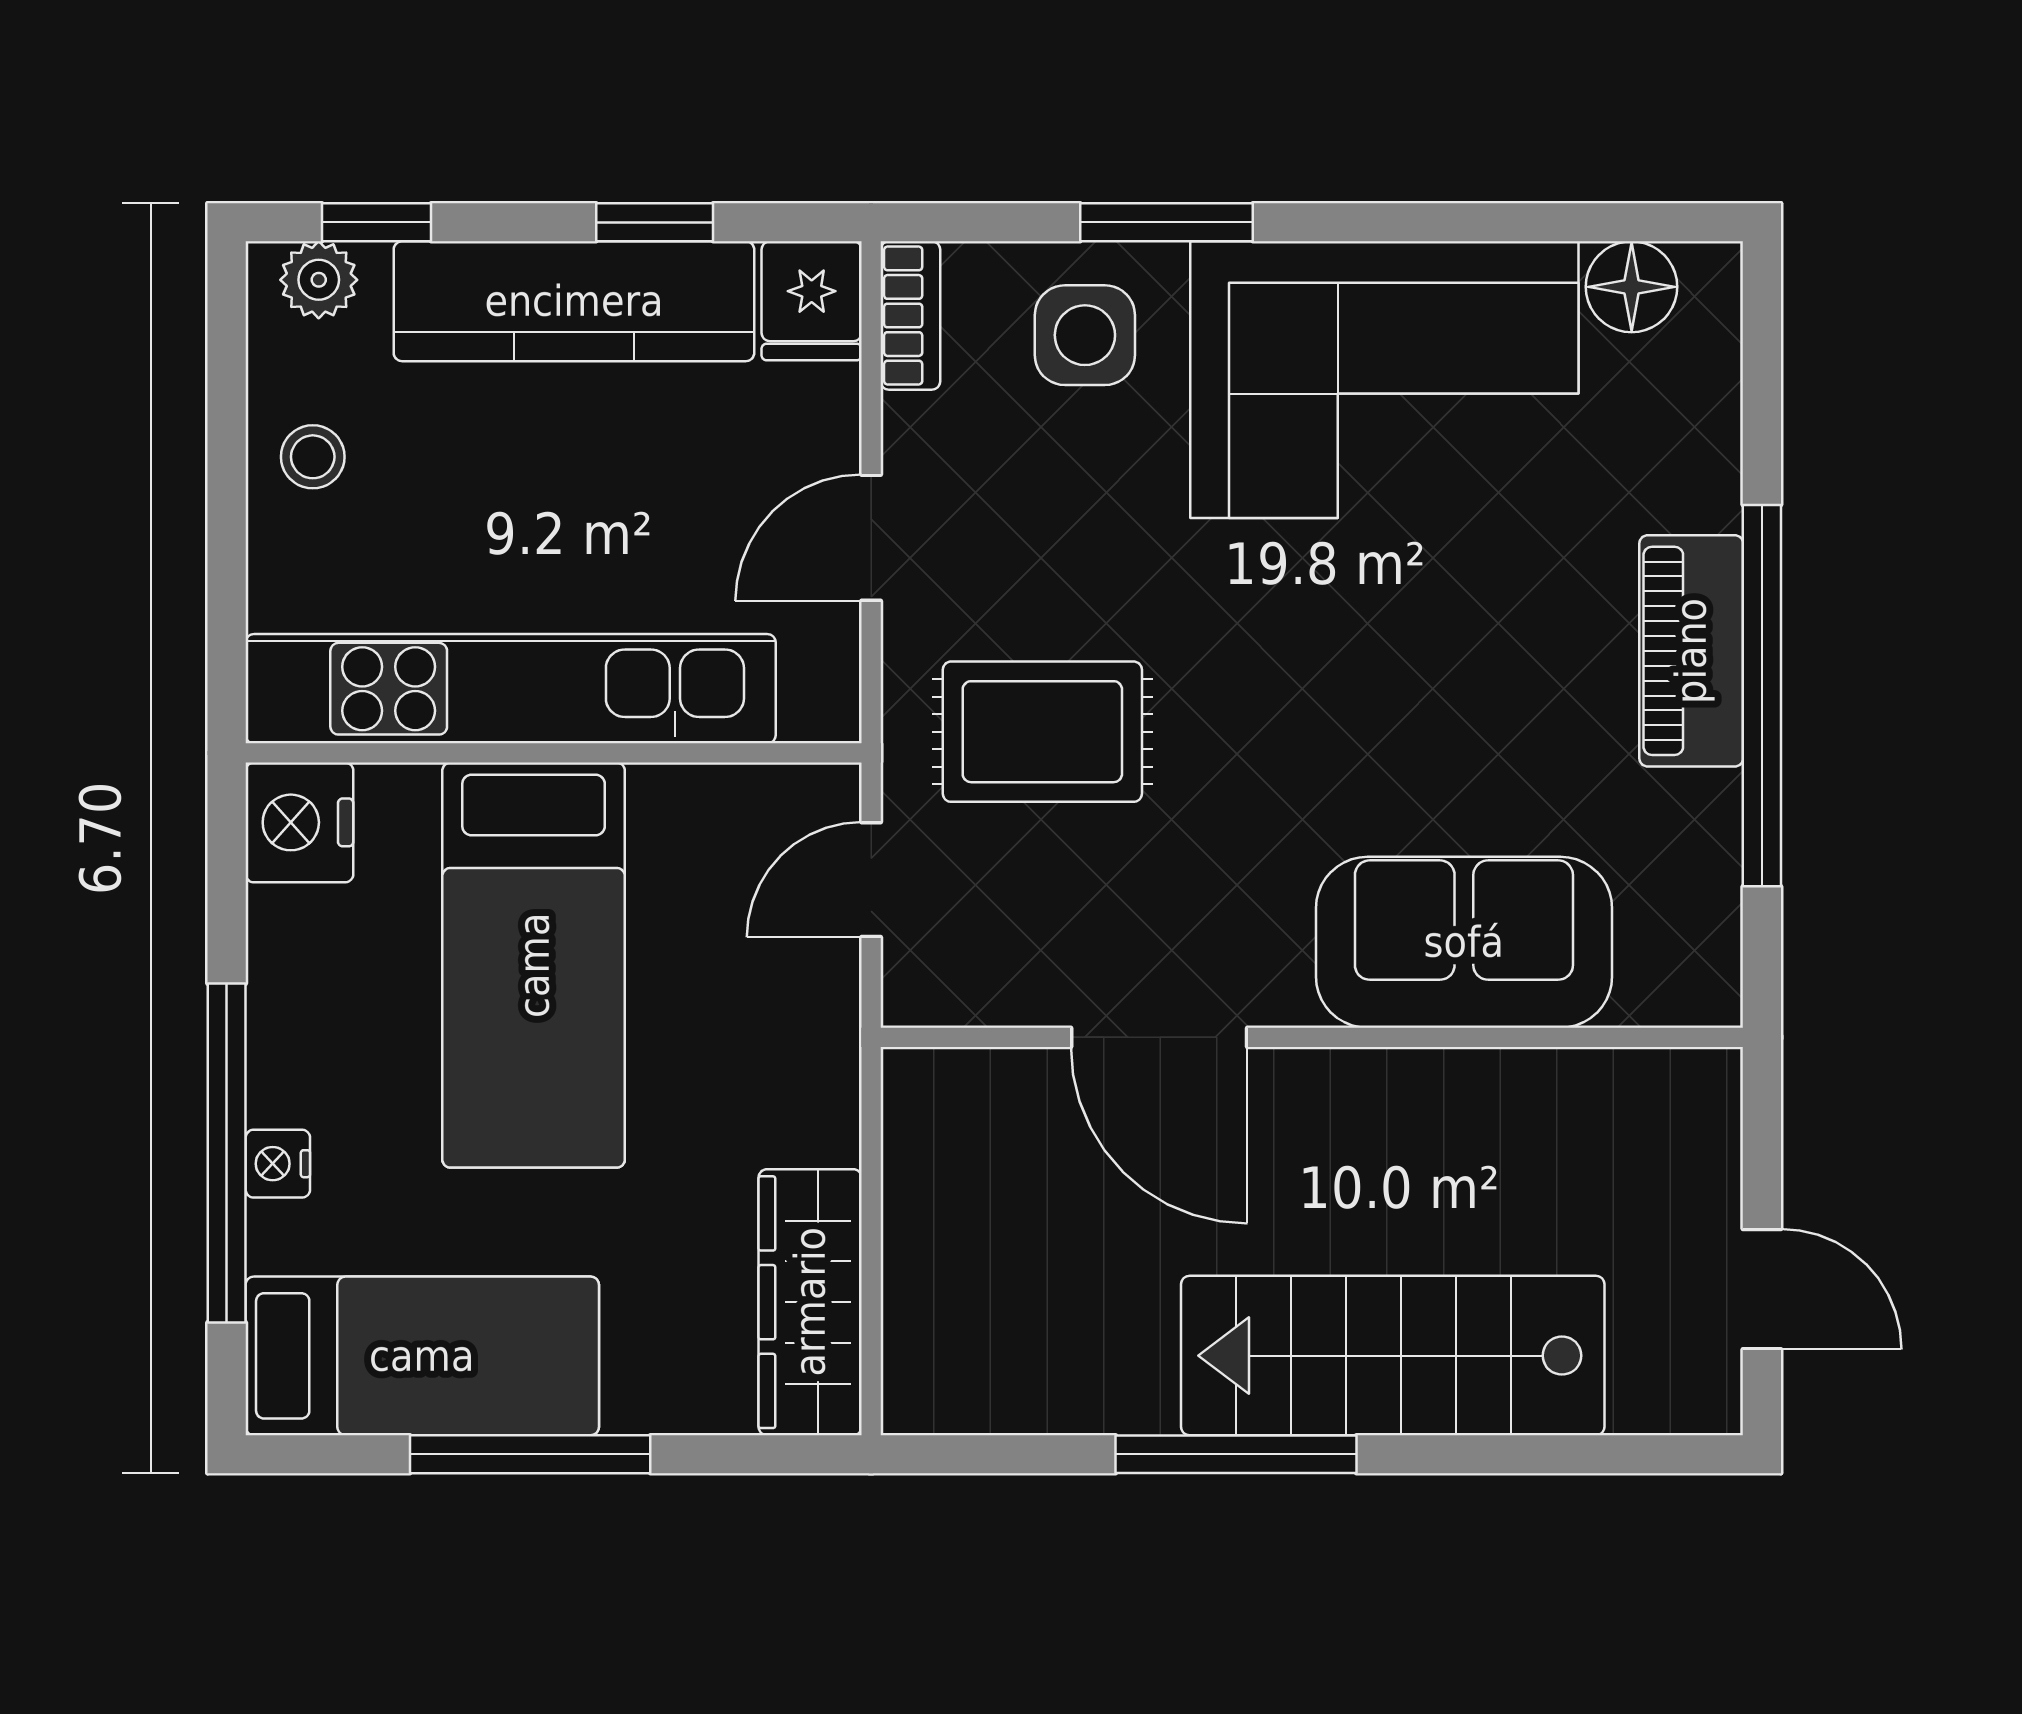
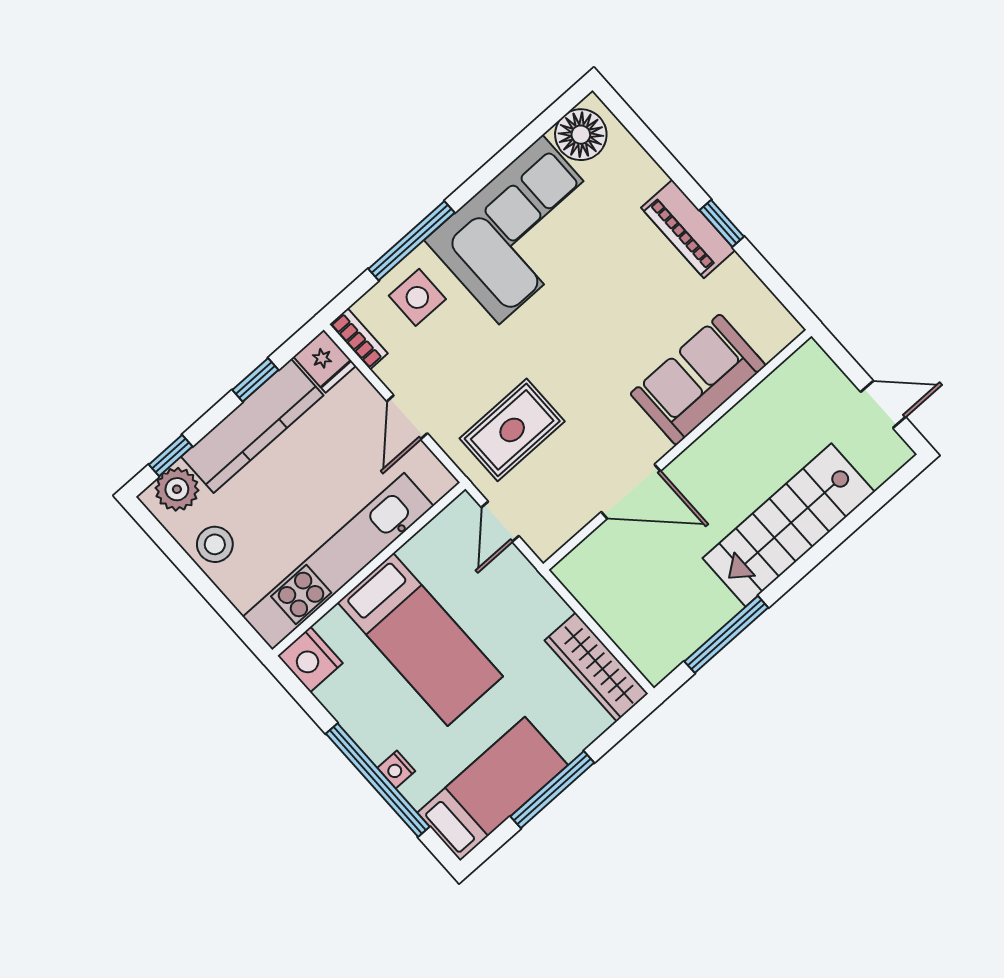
window: (1167, 222) -> (412, 241), width x1.44
plant: (319, 280) -> (177, 489), width x1.38, depth x1.38
floor lamp: (1632, 287) -> (581, 135), width x1.38, depth x1.38
stool: (313, 457) -> (215, 544), width x1.37, depth x1.37
window: (1762, 696) -> (722, 223), width x0.32
window: (1236, 1454) -> (726, 634), moved

